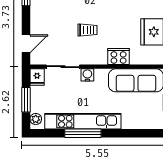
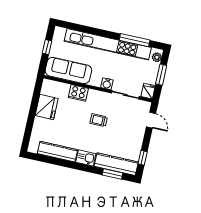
door: (26, 44) -> (151, 120), swing flipped
kitchen unit: (83, 121) -> (108, 44), width x1.36
window: (83, 133) -> (135, 40), moved

